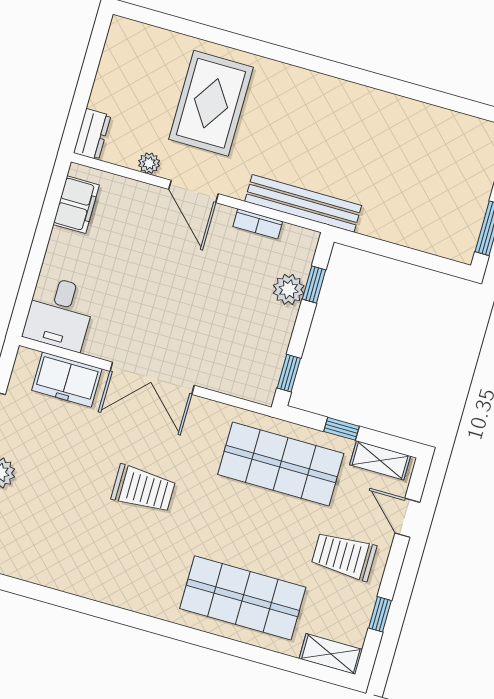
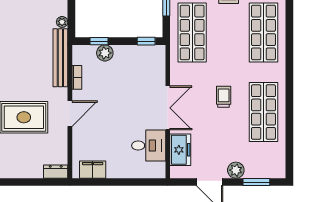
plant: (149, 163) -> (62, 22), moved
desk: (60, 313) -> (149, 146), moved
trolley: (143, 489) -> (224, 97), width x0.73, depth x0.72
shop shelf: (94, 556) -> (263, 112), added

